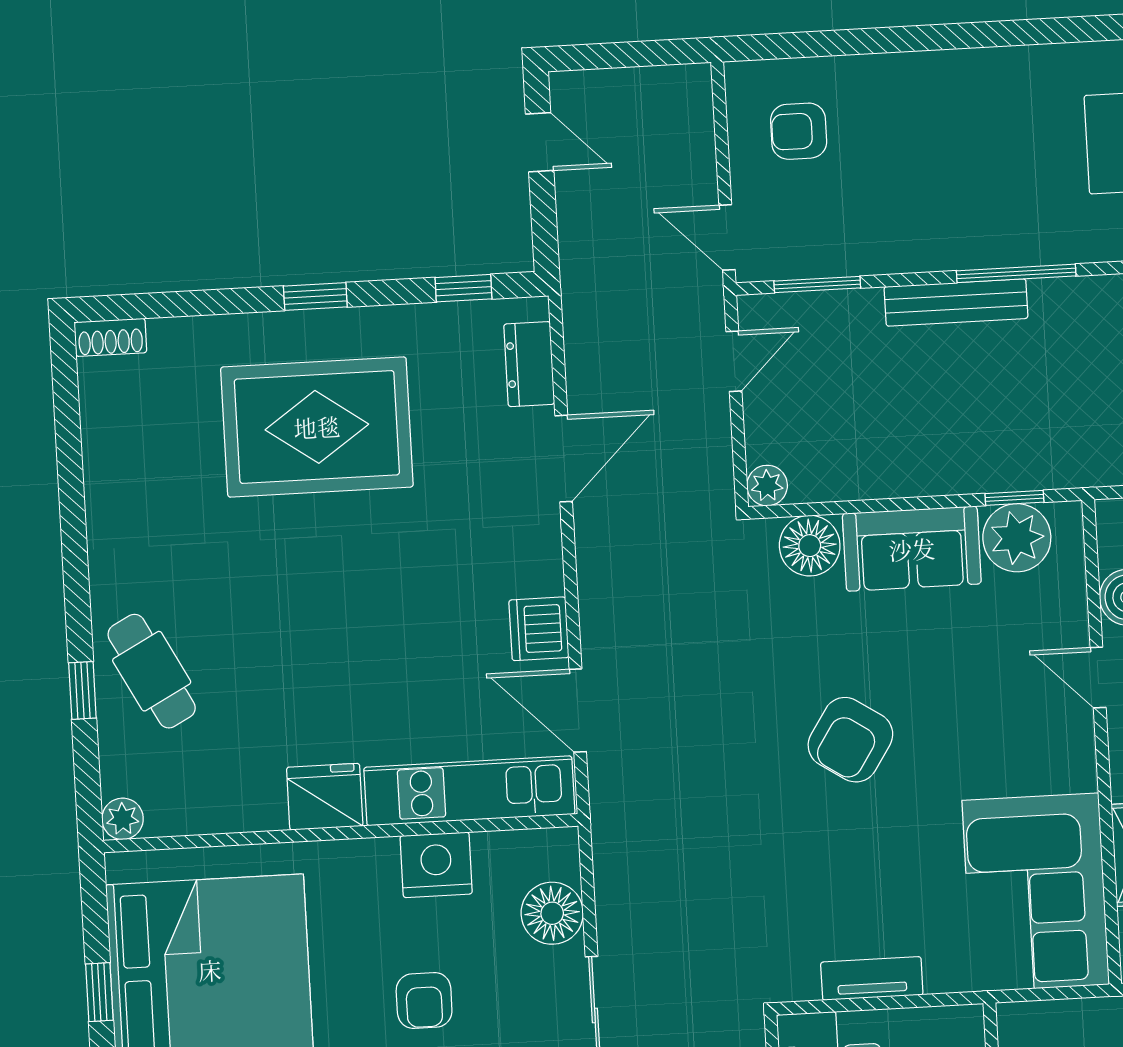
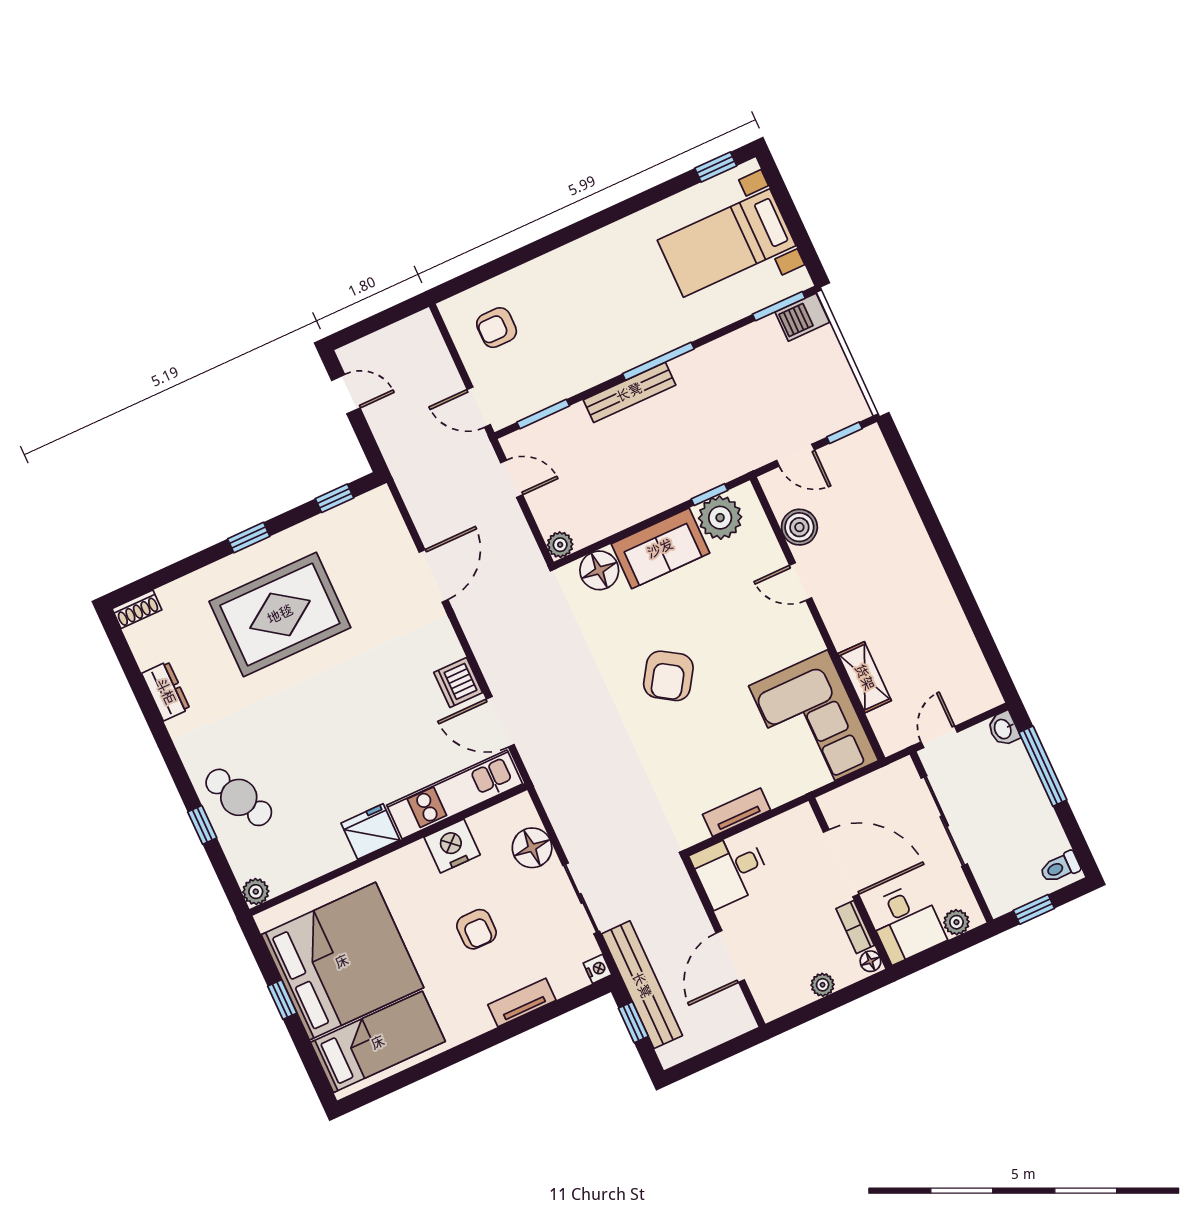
door: (734, 361) -> (512, 479), hinge flipped
dresser: (529, 364) -> (166, 691), moved, turned 180

